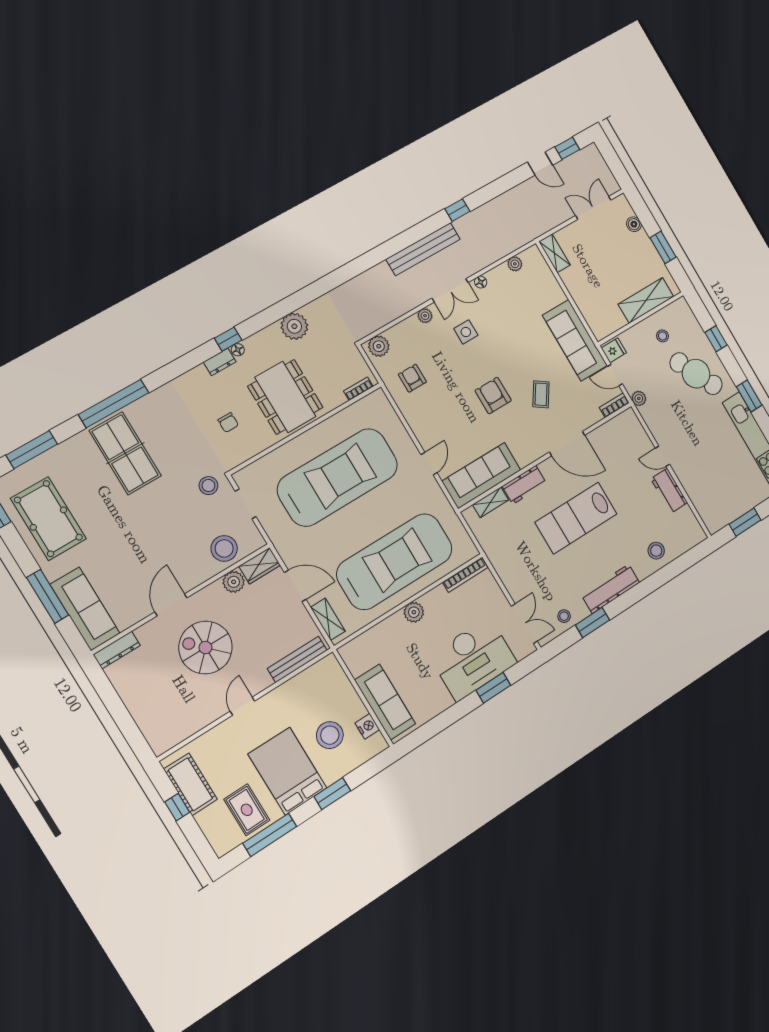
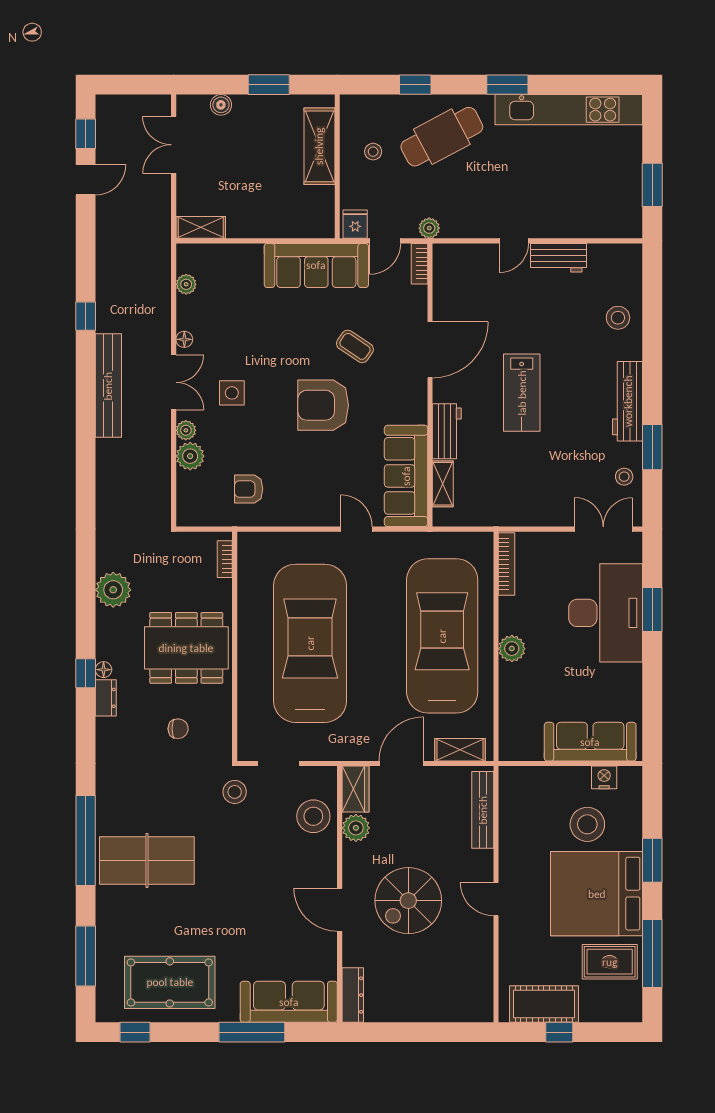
plant: (379, 346) -> (190, 456), moved
armchair: (493, 396) -> (323, 405), width x1.36, depth x1.36
lab bench: (576, 518) -> (522, 393), width x0.73, depth x0.72
bed: (287, 771) -> (597, 894), width x1.36

